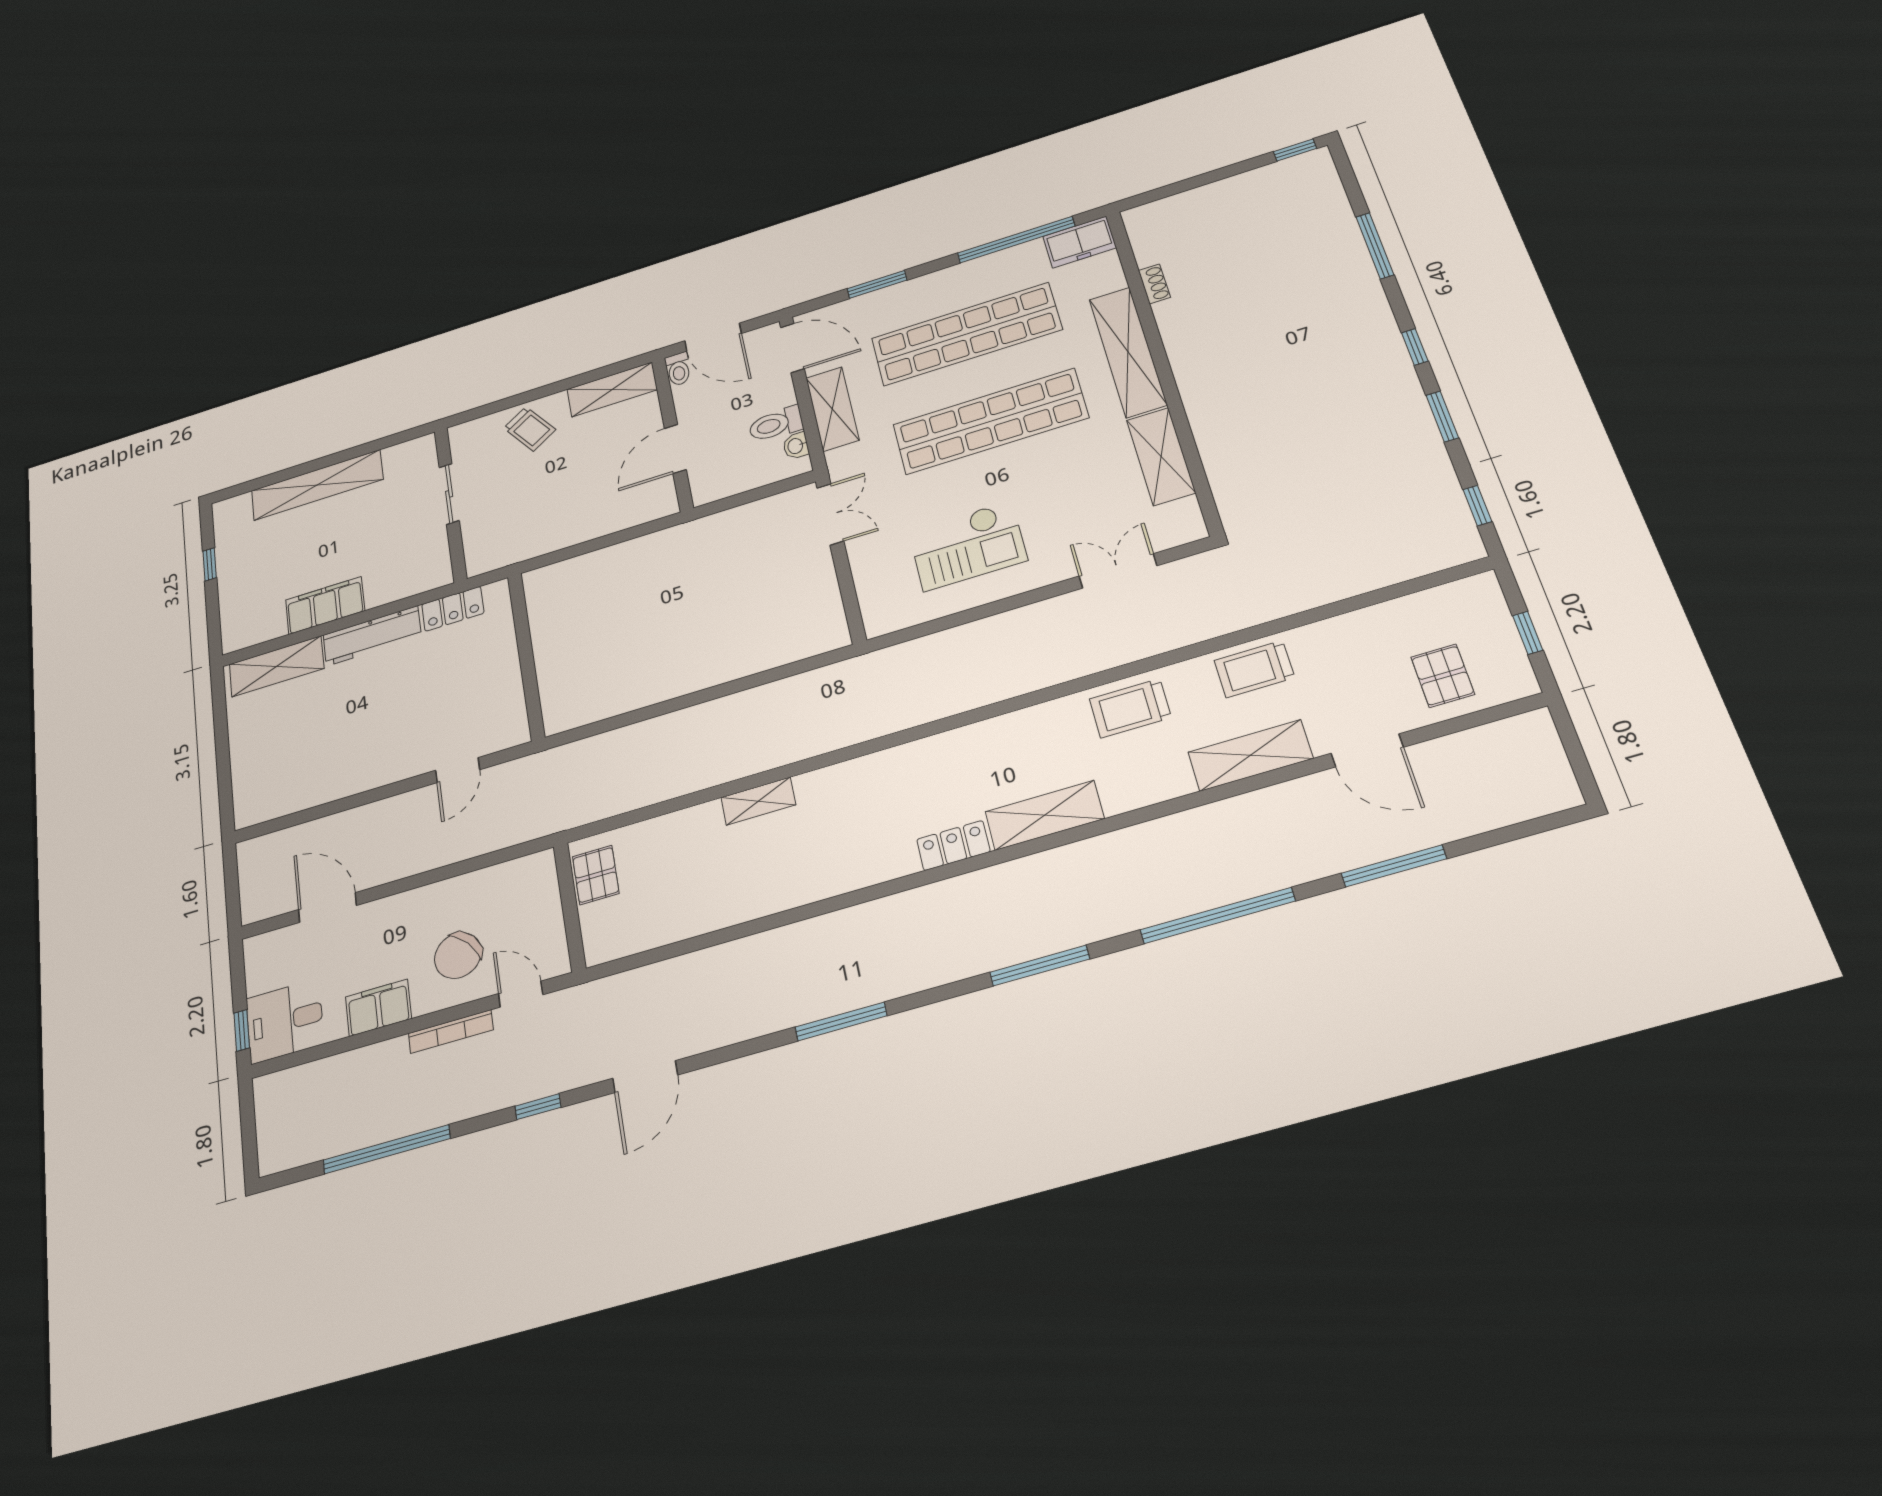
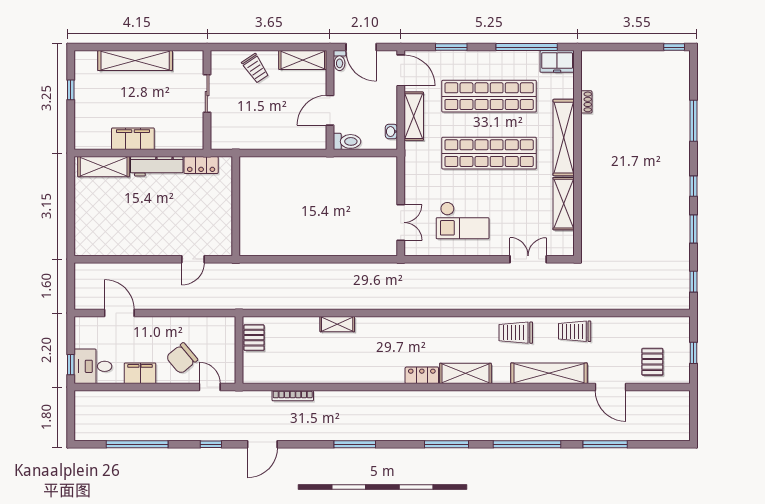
toilet: (776, 424) -> (347, 141), moved, turned 180
double door: (830, 514) -> (401, 222), moved
shelving: (1250, 755) -> (549, 373), width x1.47
bookcase: (451, 1031) -> (293, 396), moved

